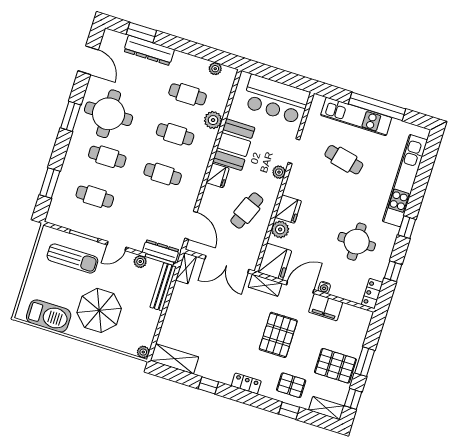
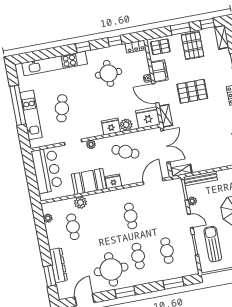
cafe table: (175, 134) -> (102, 221), removed
dresser: (161, 251) -> (179, 192), removed
pallet: (291, 385) -> (160, 47), moved, turned 90

